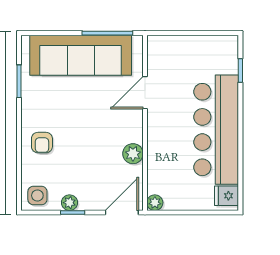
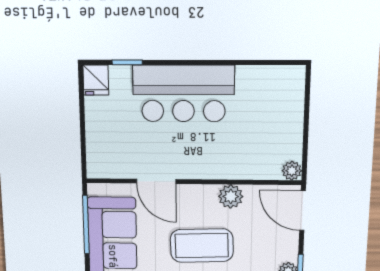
coffee table: (91, 130) -> (202, 246), added
bar counter: (216, 130) -> (183, 94), width x0.73
fridge: (227, 196) -> (96, 80), moved

